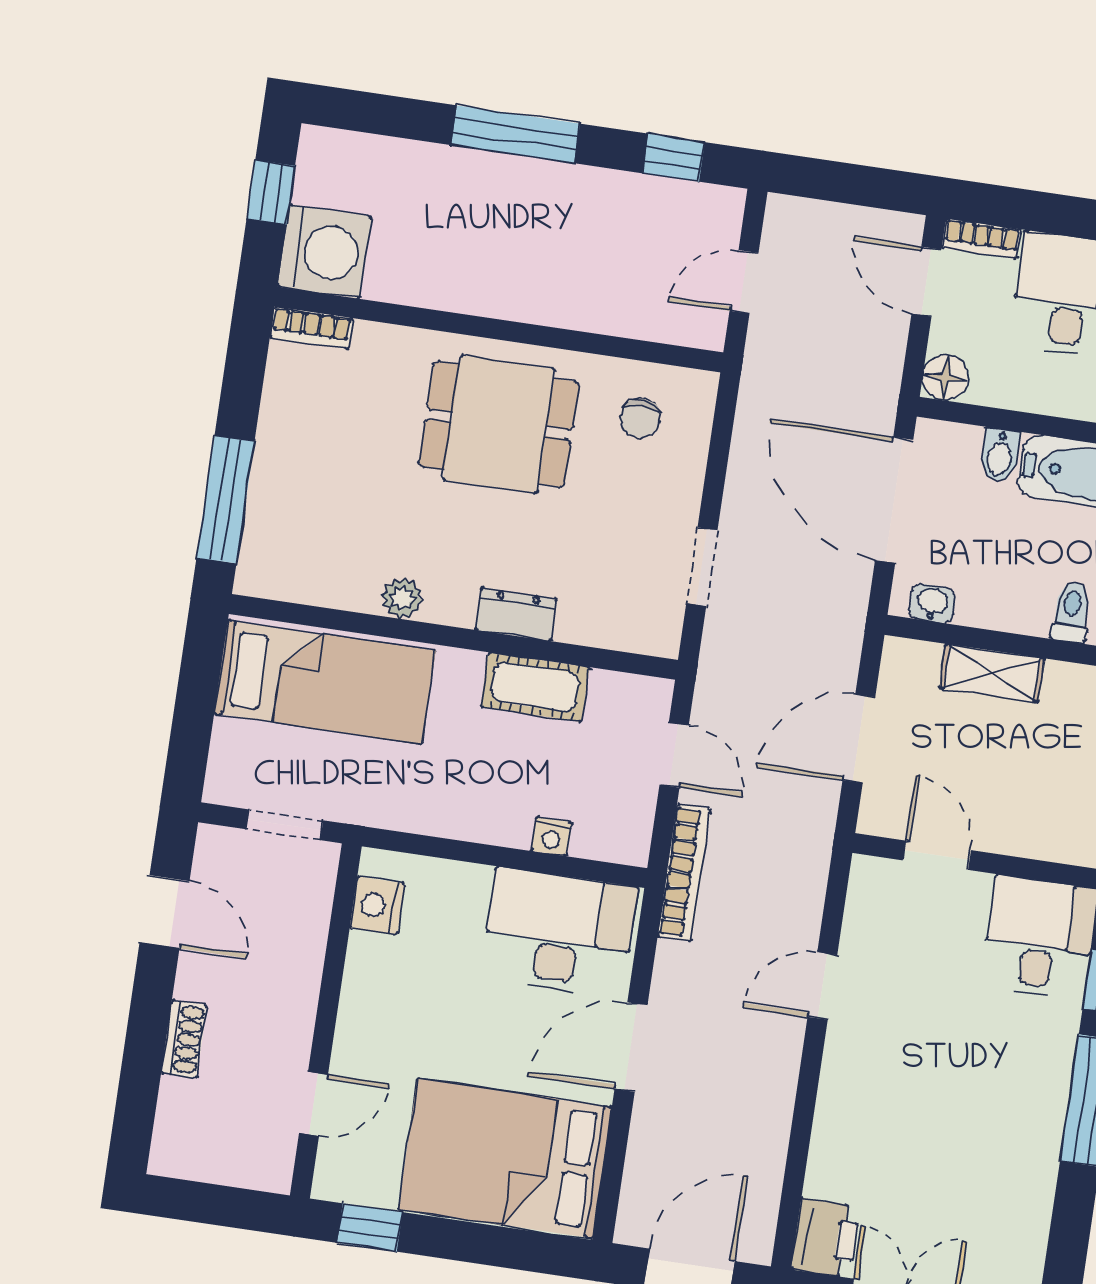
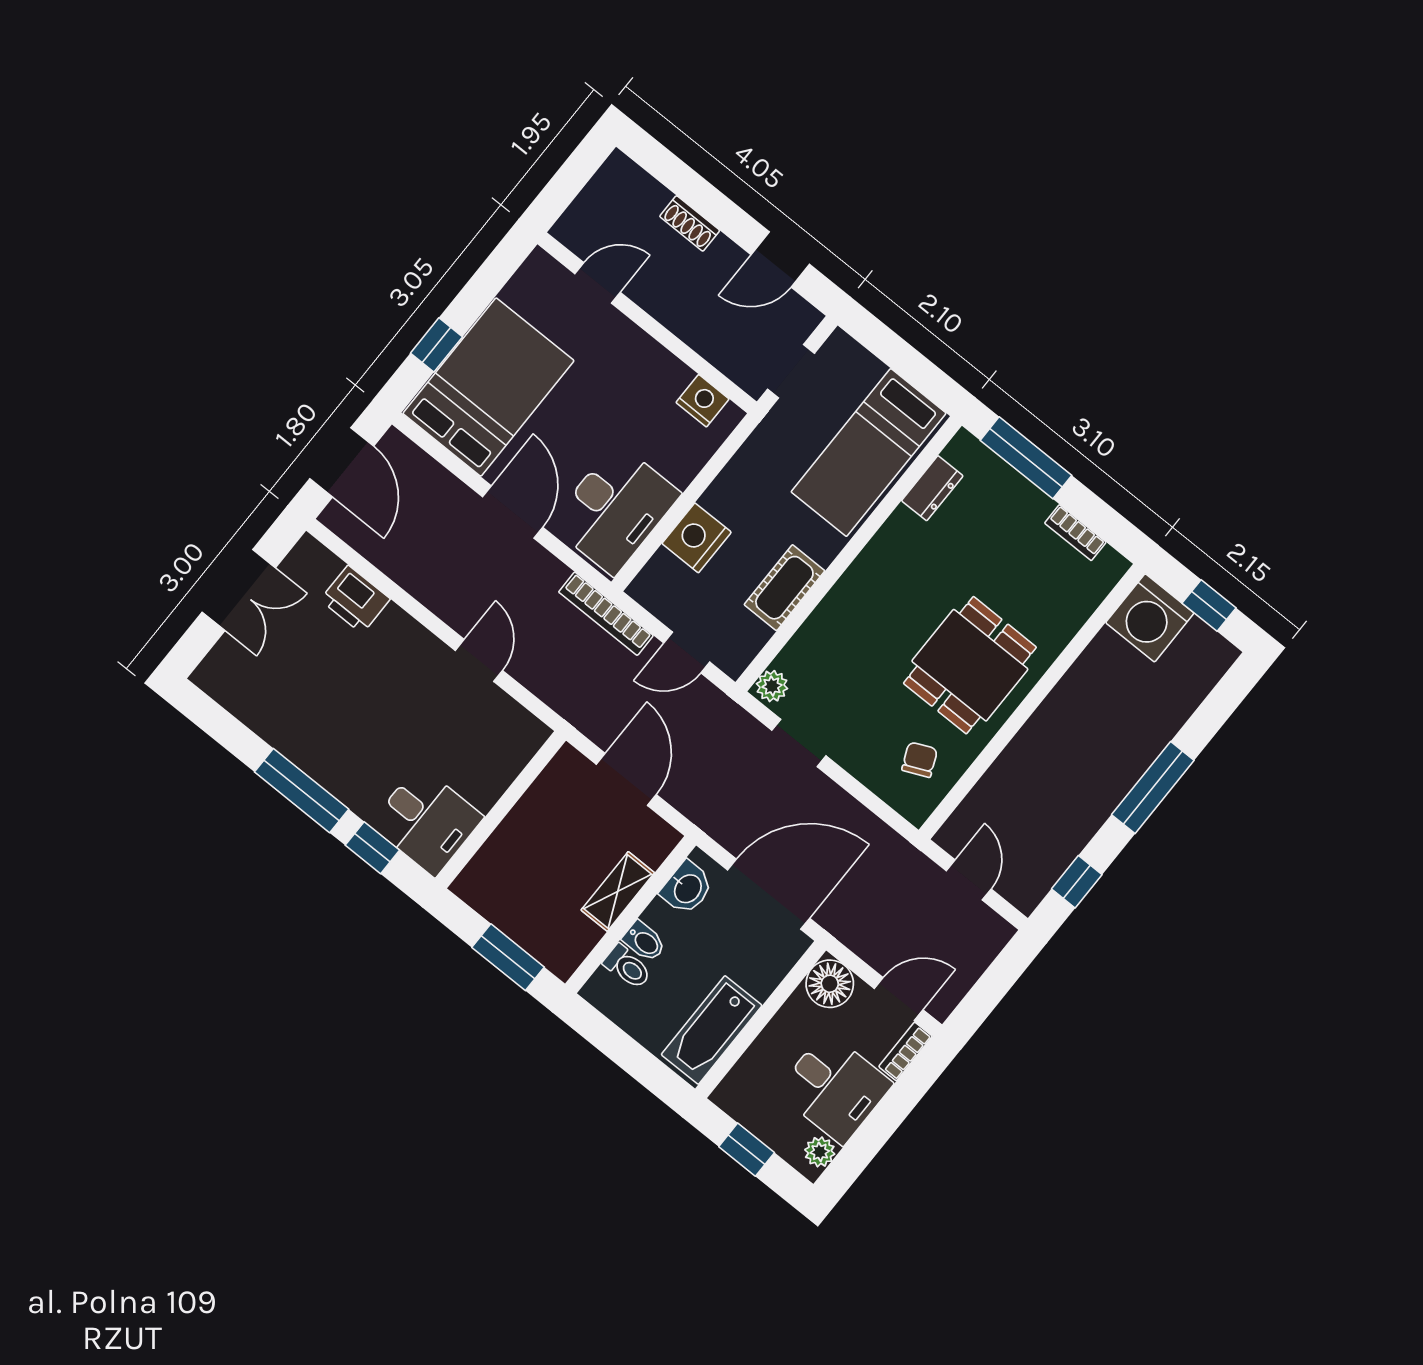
bookcase: (311, 328) -> (1075, 533), moved, turned -90
floor lamp: (945, 377) -> (830, 984), width x1.38, depth x1.38
chair: (640, 418) -> (920, 760), turned 66
bidet: (1000, 455) -> (644, 941), moved, turned 180
plant: (402, 598) -> (772, 686), moved
washbasin: (932, 603) -> (687, 888), width x1.38, depth x1.45
dresser: (516, 614) -> (932, 488), moved
nightstand: (551, 836) -> (697, 538), width x1.89, depth x1.79
door: (937, 855) -> (520, 785), removed
door: (314, 1104) -> (598, 283), swing flipped
window: (370, 1228) -> (436, 345), moved
printer: (826, 1238) -> (355, 599), moved

